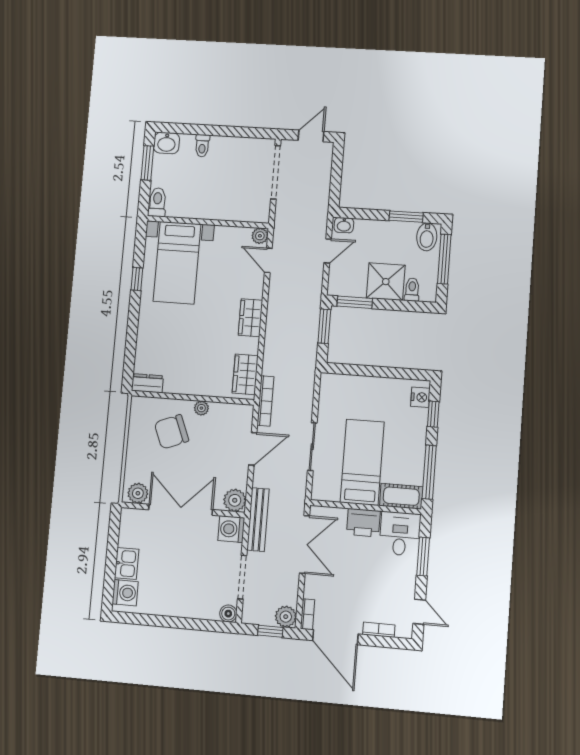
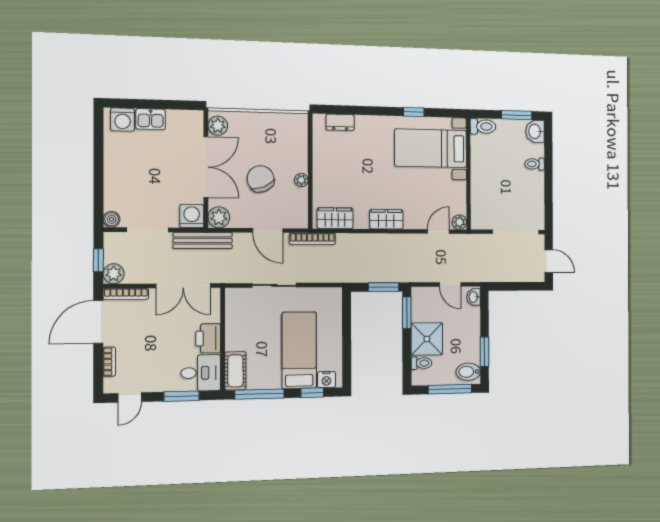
dresser: (147, 383) -> (340, 122), moved, turned 90
chair: (171, 432) -> (261, 179), moved
bed: (362, 462) -> (299, 350), moved, turned -90
bookcase: (308, 614) -> (126, 294), width x1.56

